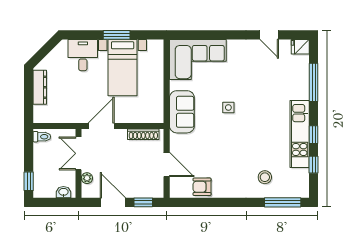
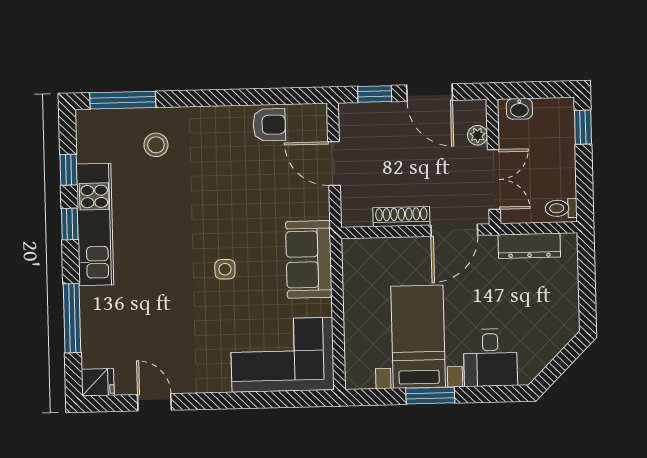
dresser: (40, 87) -> (529, 246), moved, turned -90
shoe rack: (143, 134) -> (401, 217), moved

